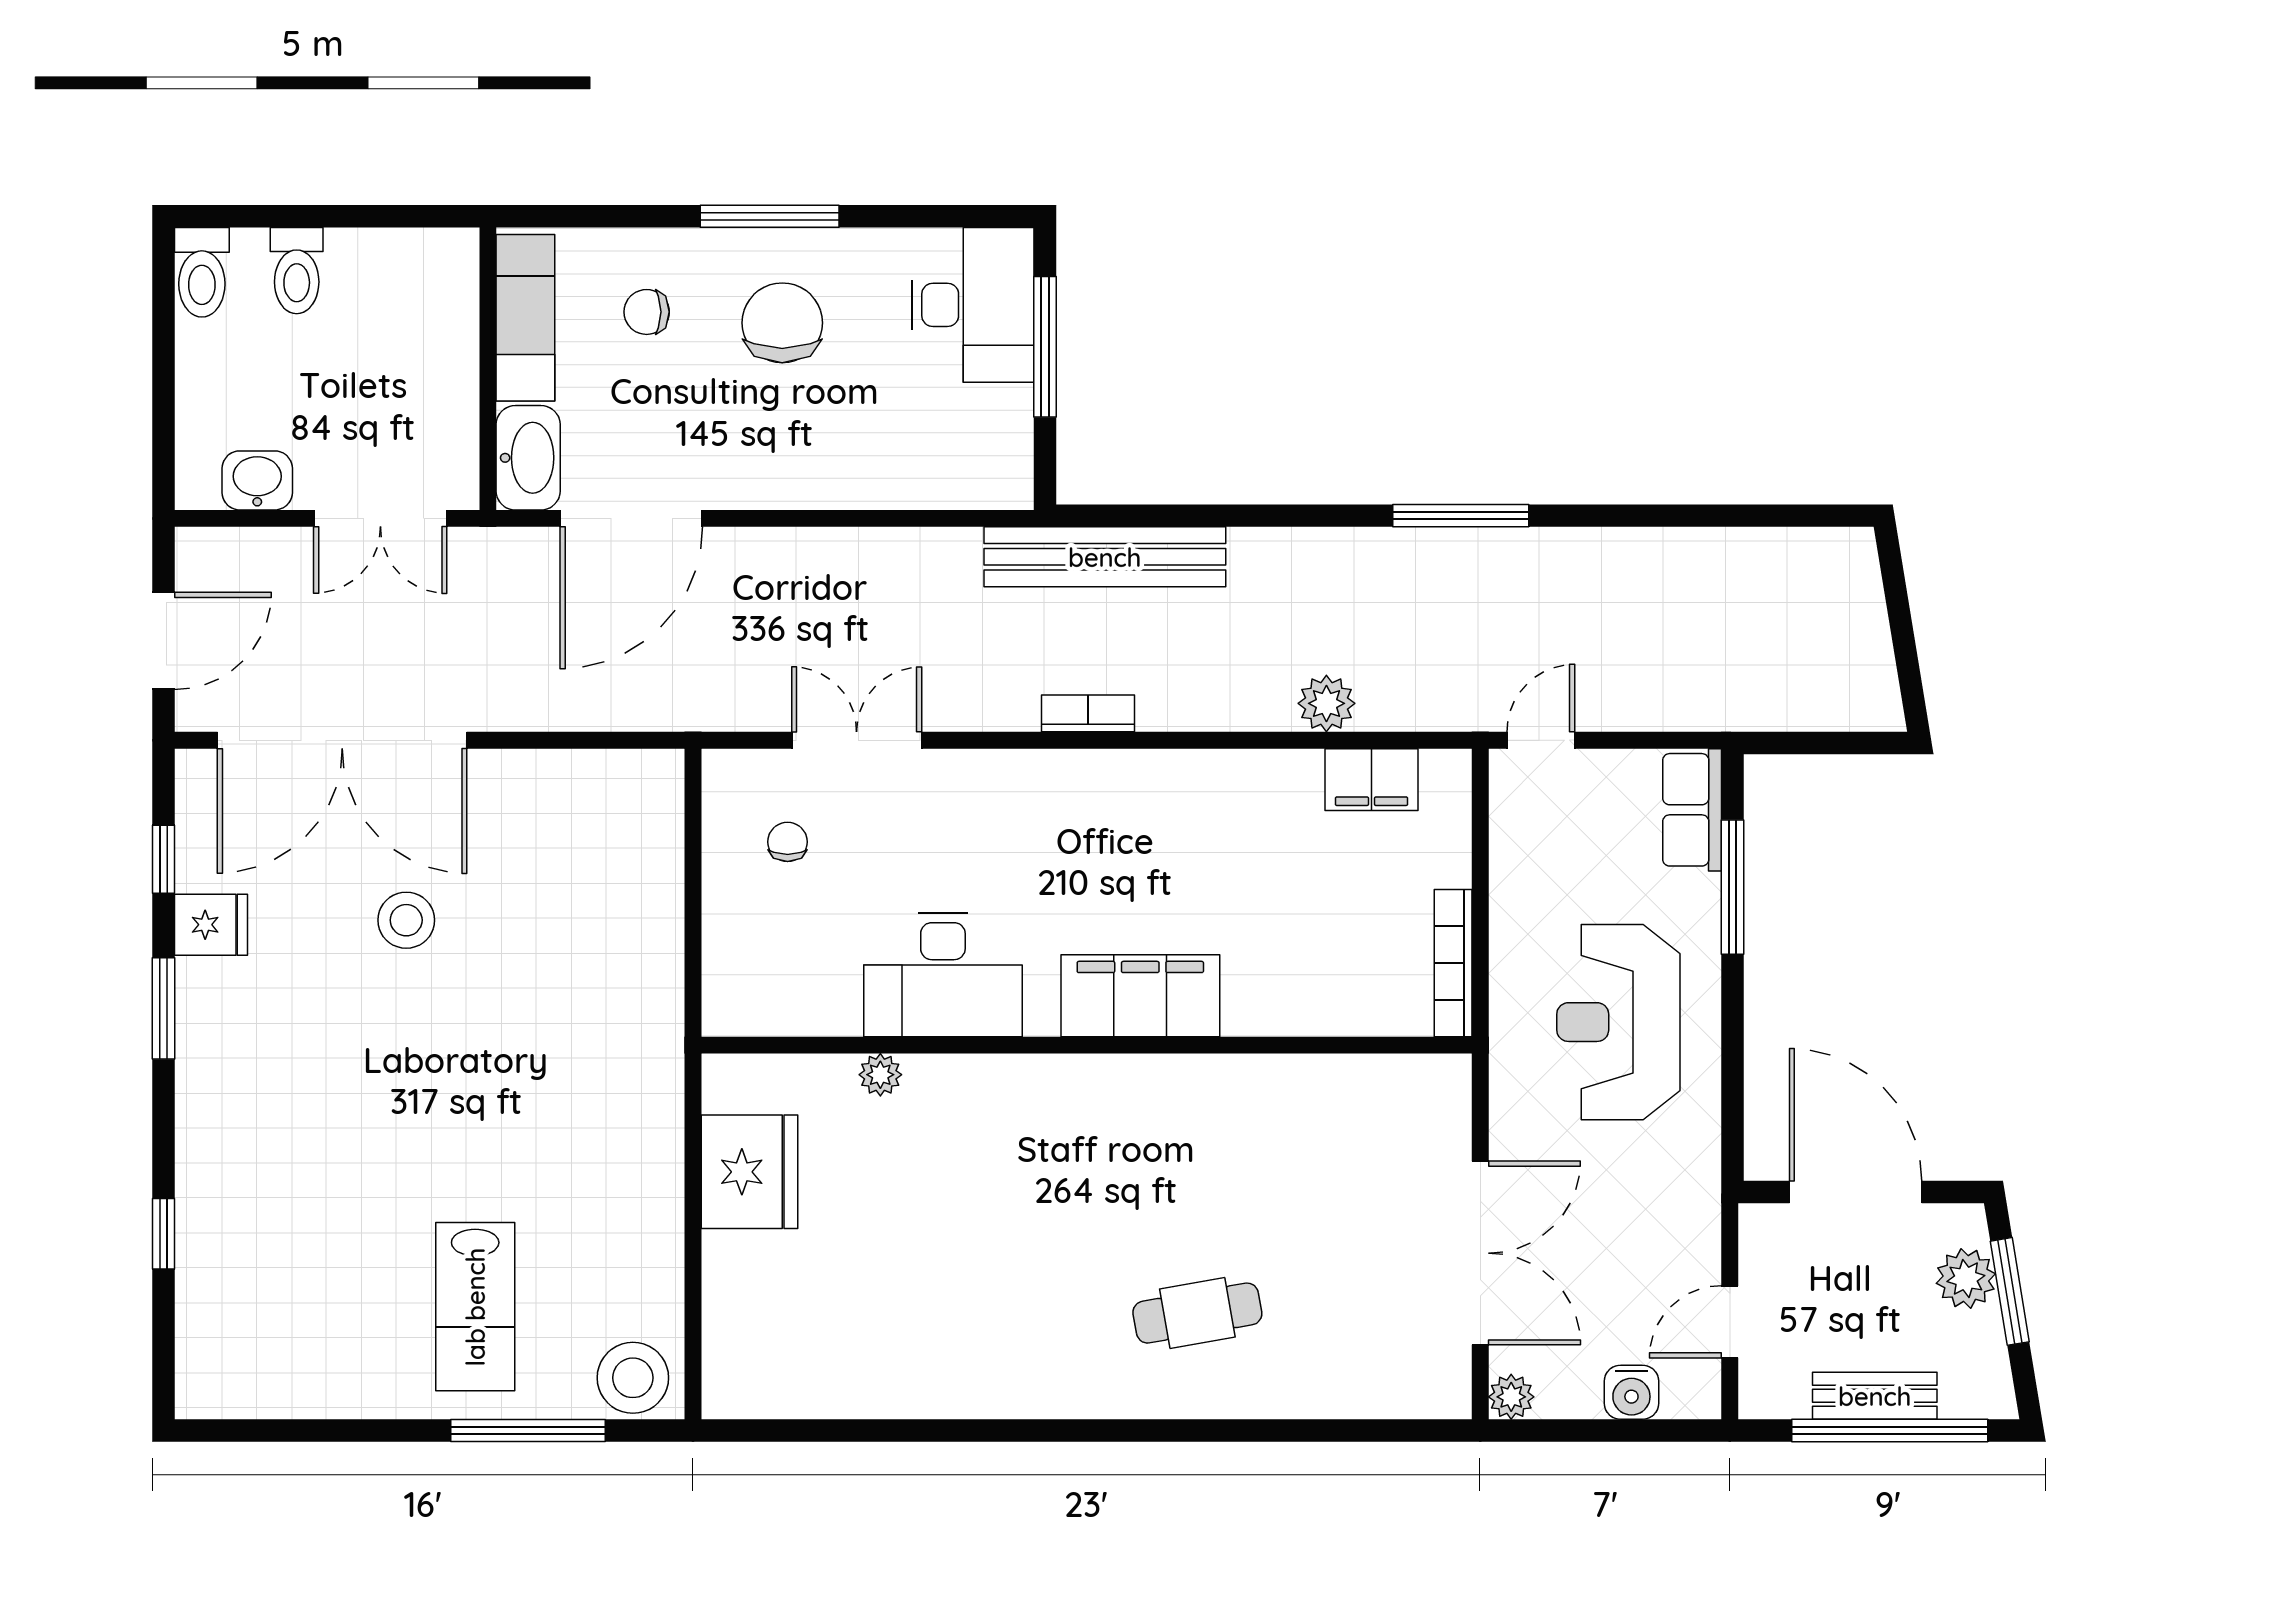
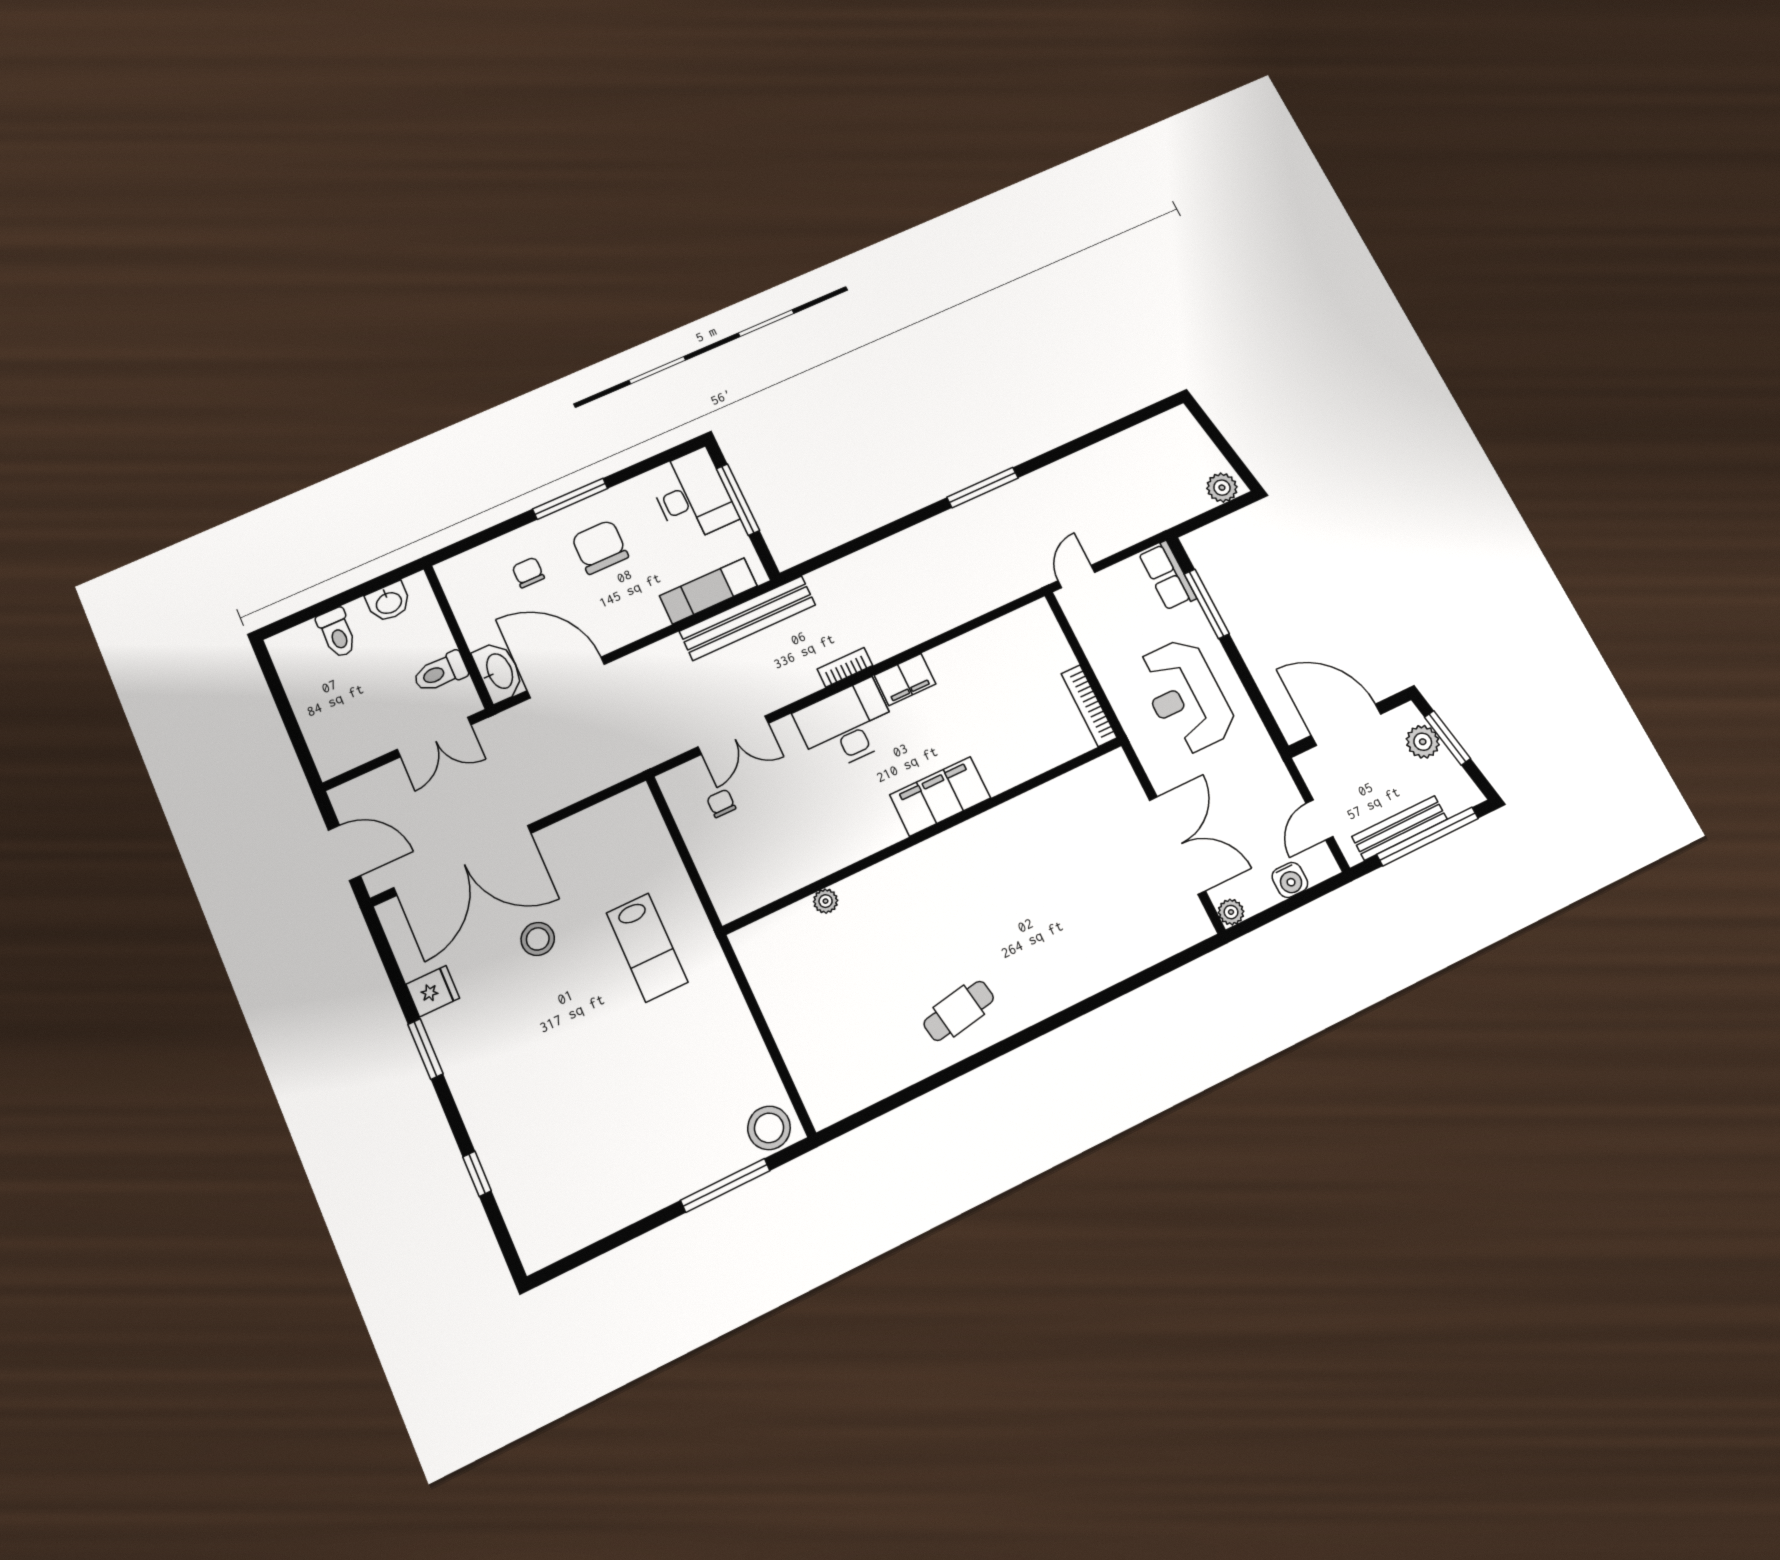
toilet: (202, 272) -> (440, 672), moved, turned 90
chair: (647, 312) -> (528, 572), turned 90
exam couch: (525, 318) -> (708, 591), moved, turned -90
washbasin: (257, 480) -> (389, 602), moved, turned 180
door: (631, 518) -> (566, 677), swing flipped
bench: (1105, 557) -> (748, 618), moved
door: (163, 641) -> (344, 853), hinge flipped
plant: (1326, 703) -> (1222, 488), moved
double door: (857, 740) -> (733, 735), swing flipped
filing cabinet: (1371, 780) -> (905, 680), moved
window: (163, 859) -> (392, 968), removed
desk: (943, 975) -> (847, 726), moved, turned 180
fridge: (749, 1172) -> (781, 985), removed
lab bench: (475, 1307) -> (647, 948), moved
cafe table: (1197, 1313) -> (959, 1011), moved
bench: (1875, 1396) -> (1400, 828), width x1.36

